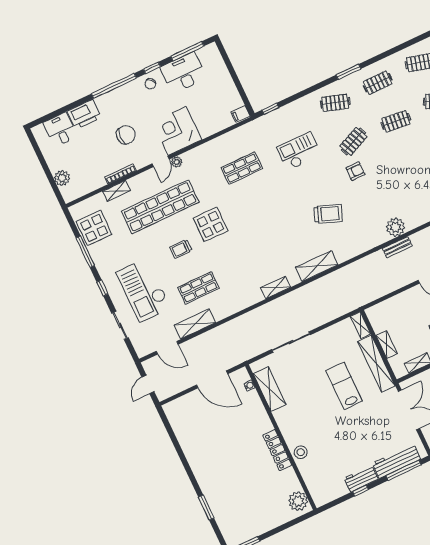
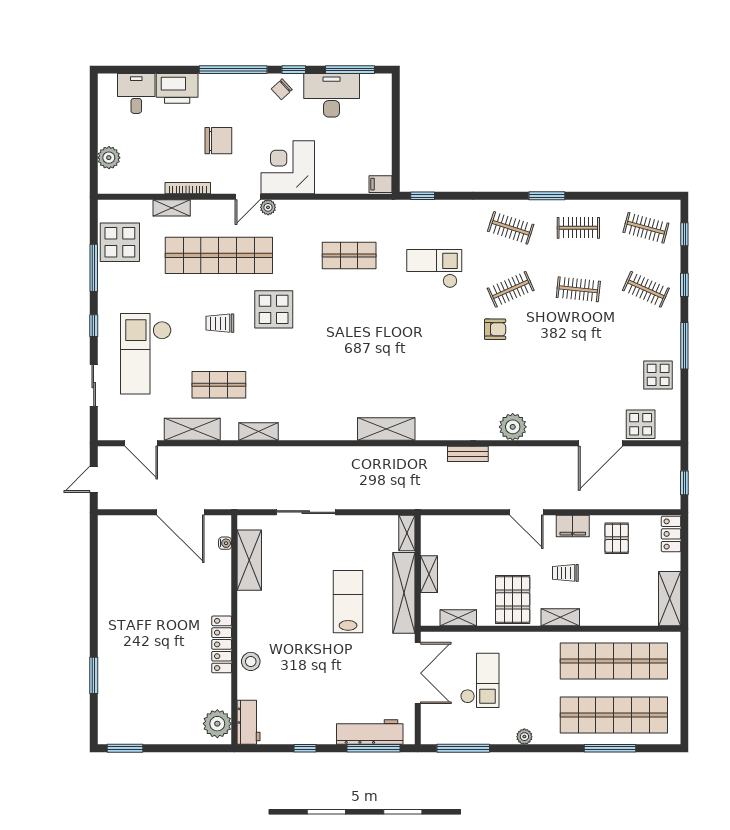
trolley: (328, 214) -> (433, 368), removed
bench: (397, 247) -> (468, 454), moved
shelving: (276, 287) -> (258, 432), moved
workbench: (361, 479) -> (248, 722), moved, turned 90

